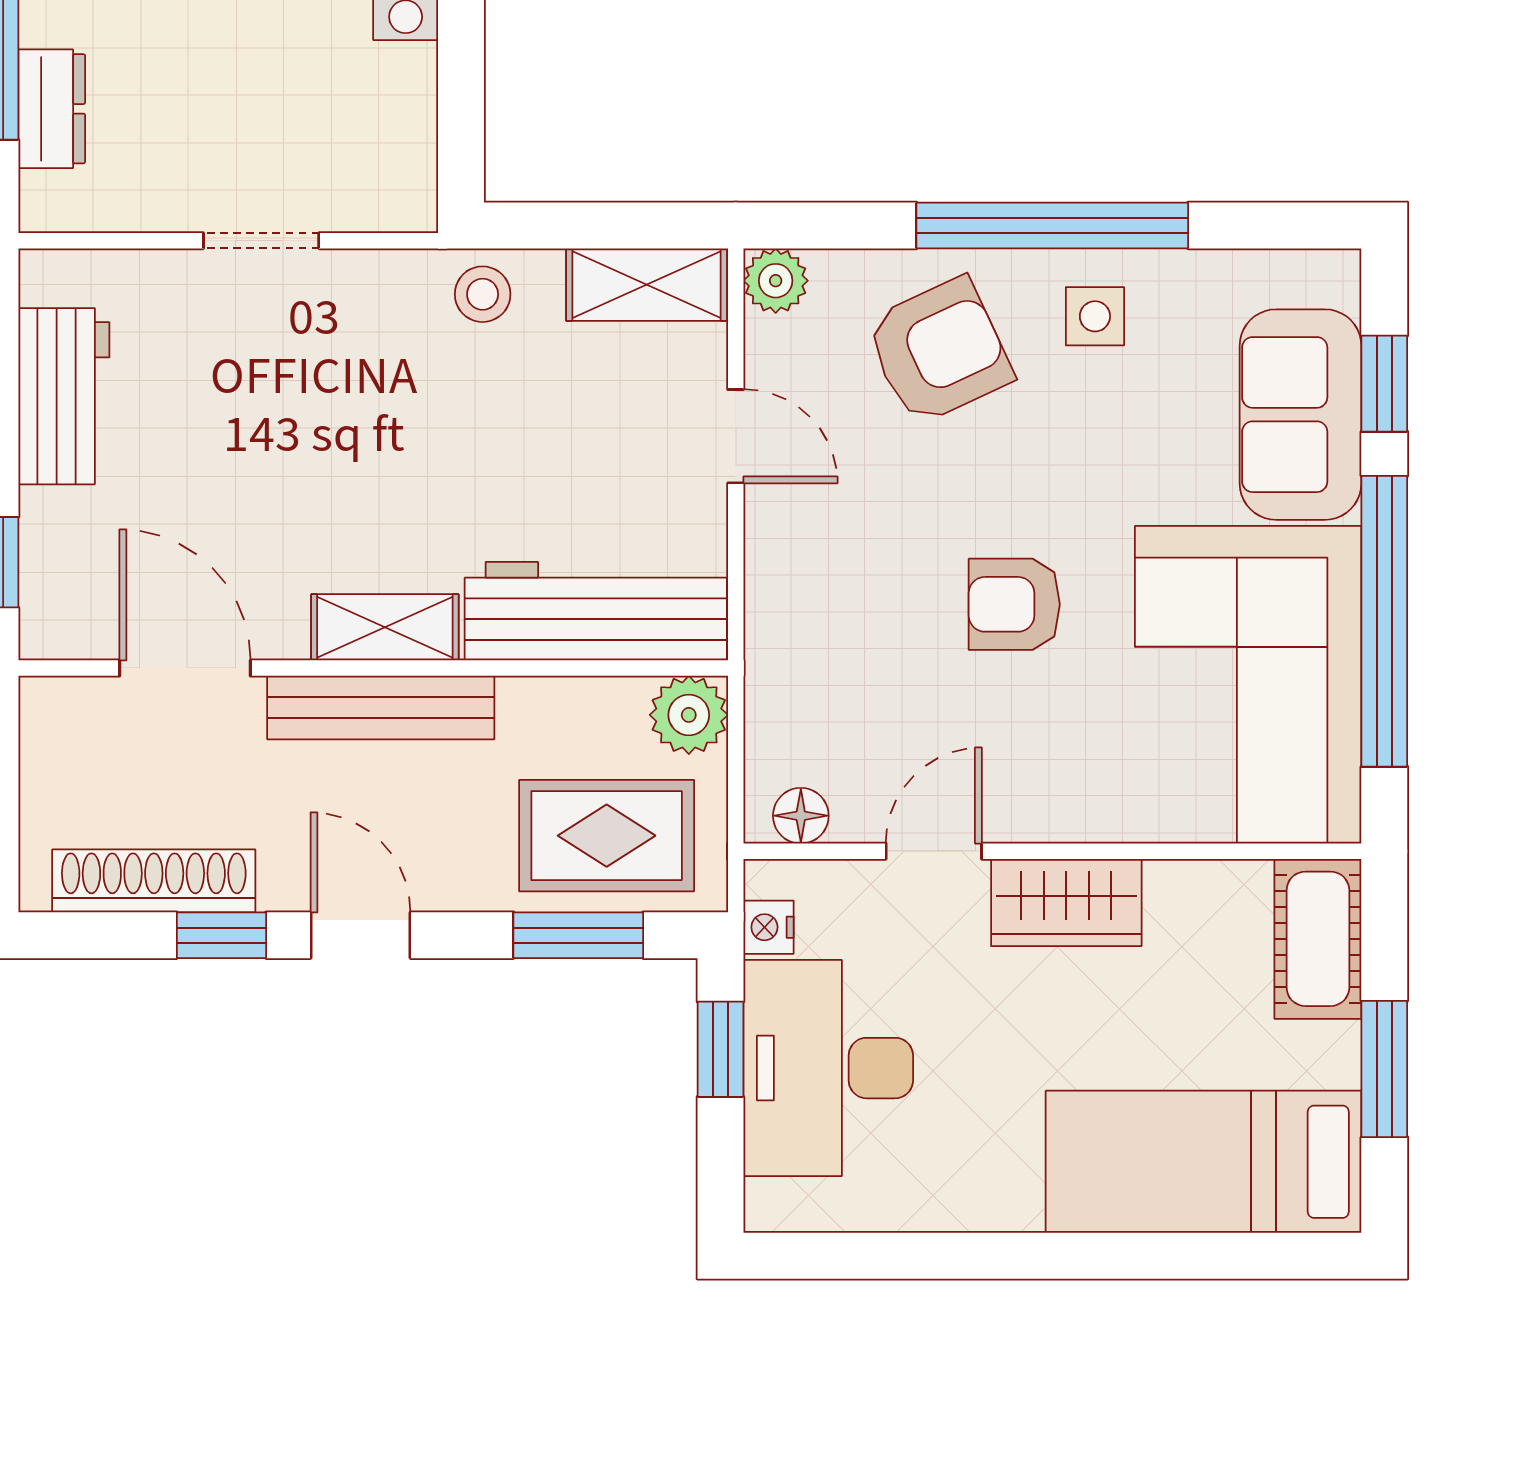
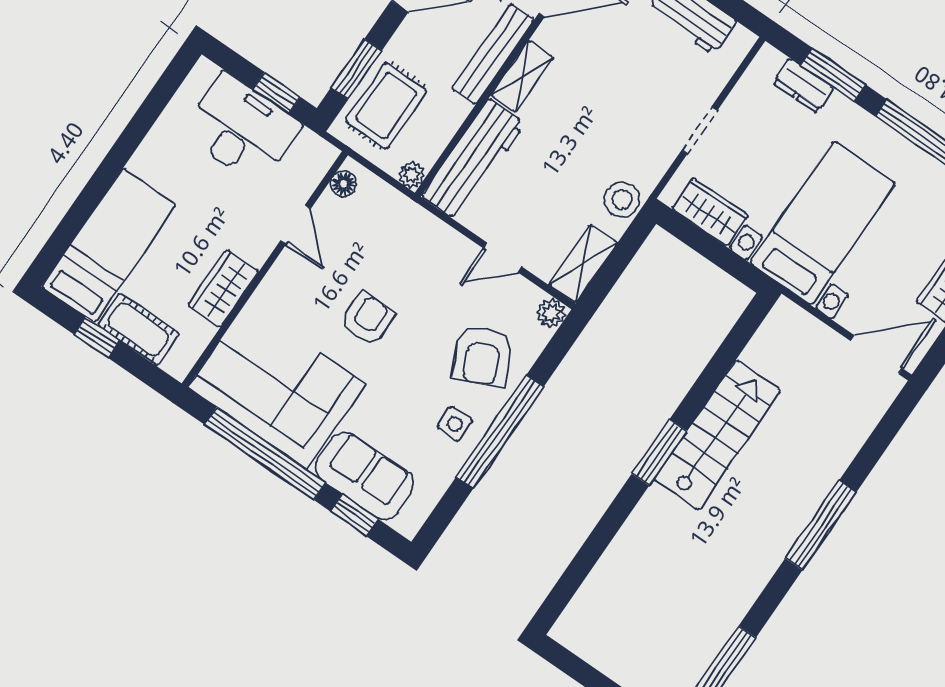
wardrobe: (395, 120) -> (710, 212), added
stool: (483, 294) -> (622, 200), width x1.37, depth x1.37
plant: (689, 715) -> (412, 175), width x0.73, depth x0.73
wardrobe: (1066, 903) -> (223, 288), moved
nightstand: (768, 927) -> (310, 143), removed
cot: (1318, 939) -> (138, 329), moved
window: (1384, 1069) -> (97, 338), width x0.67

